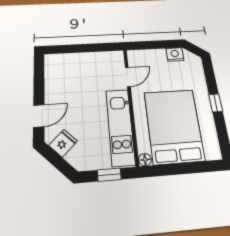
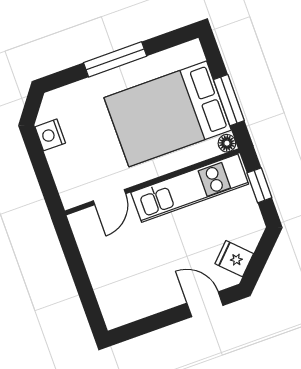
door: (128, 77) -> (109, 197), swing flipped
window: (216, 103) -> (115, 59), width x2.17
window: (175, 169) -> (229, 100), added

